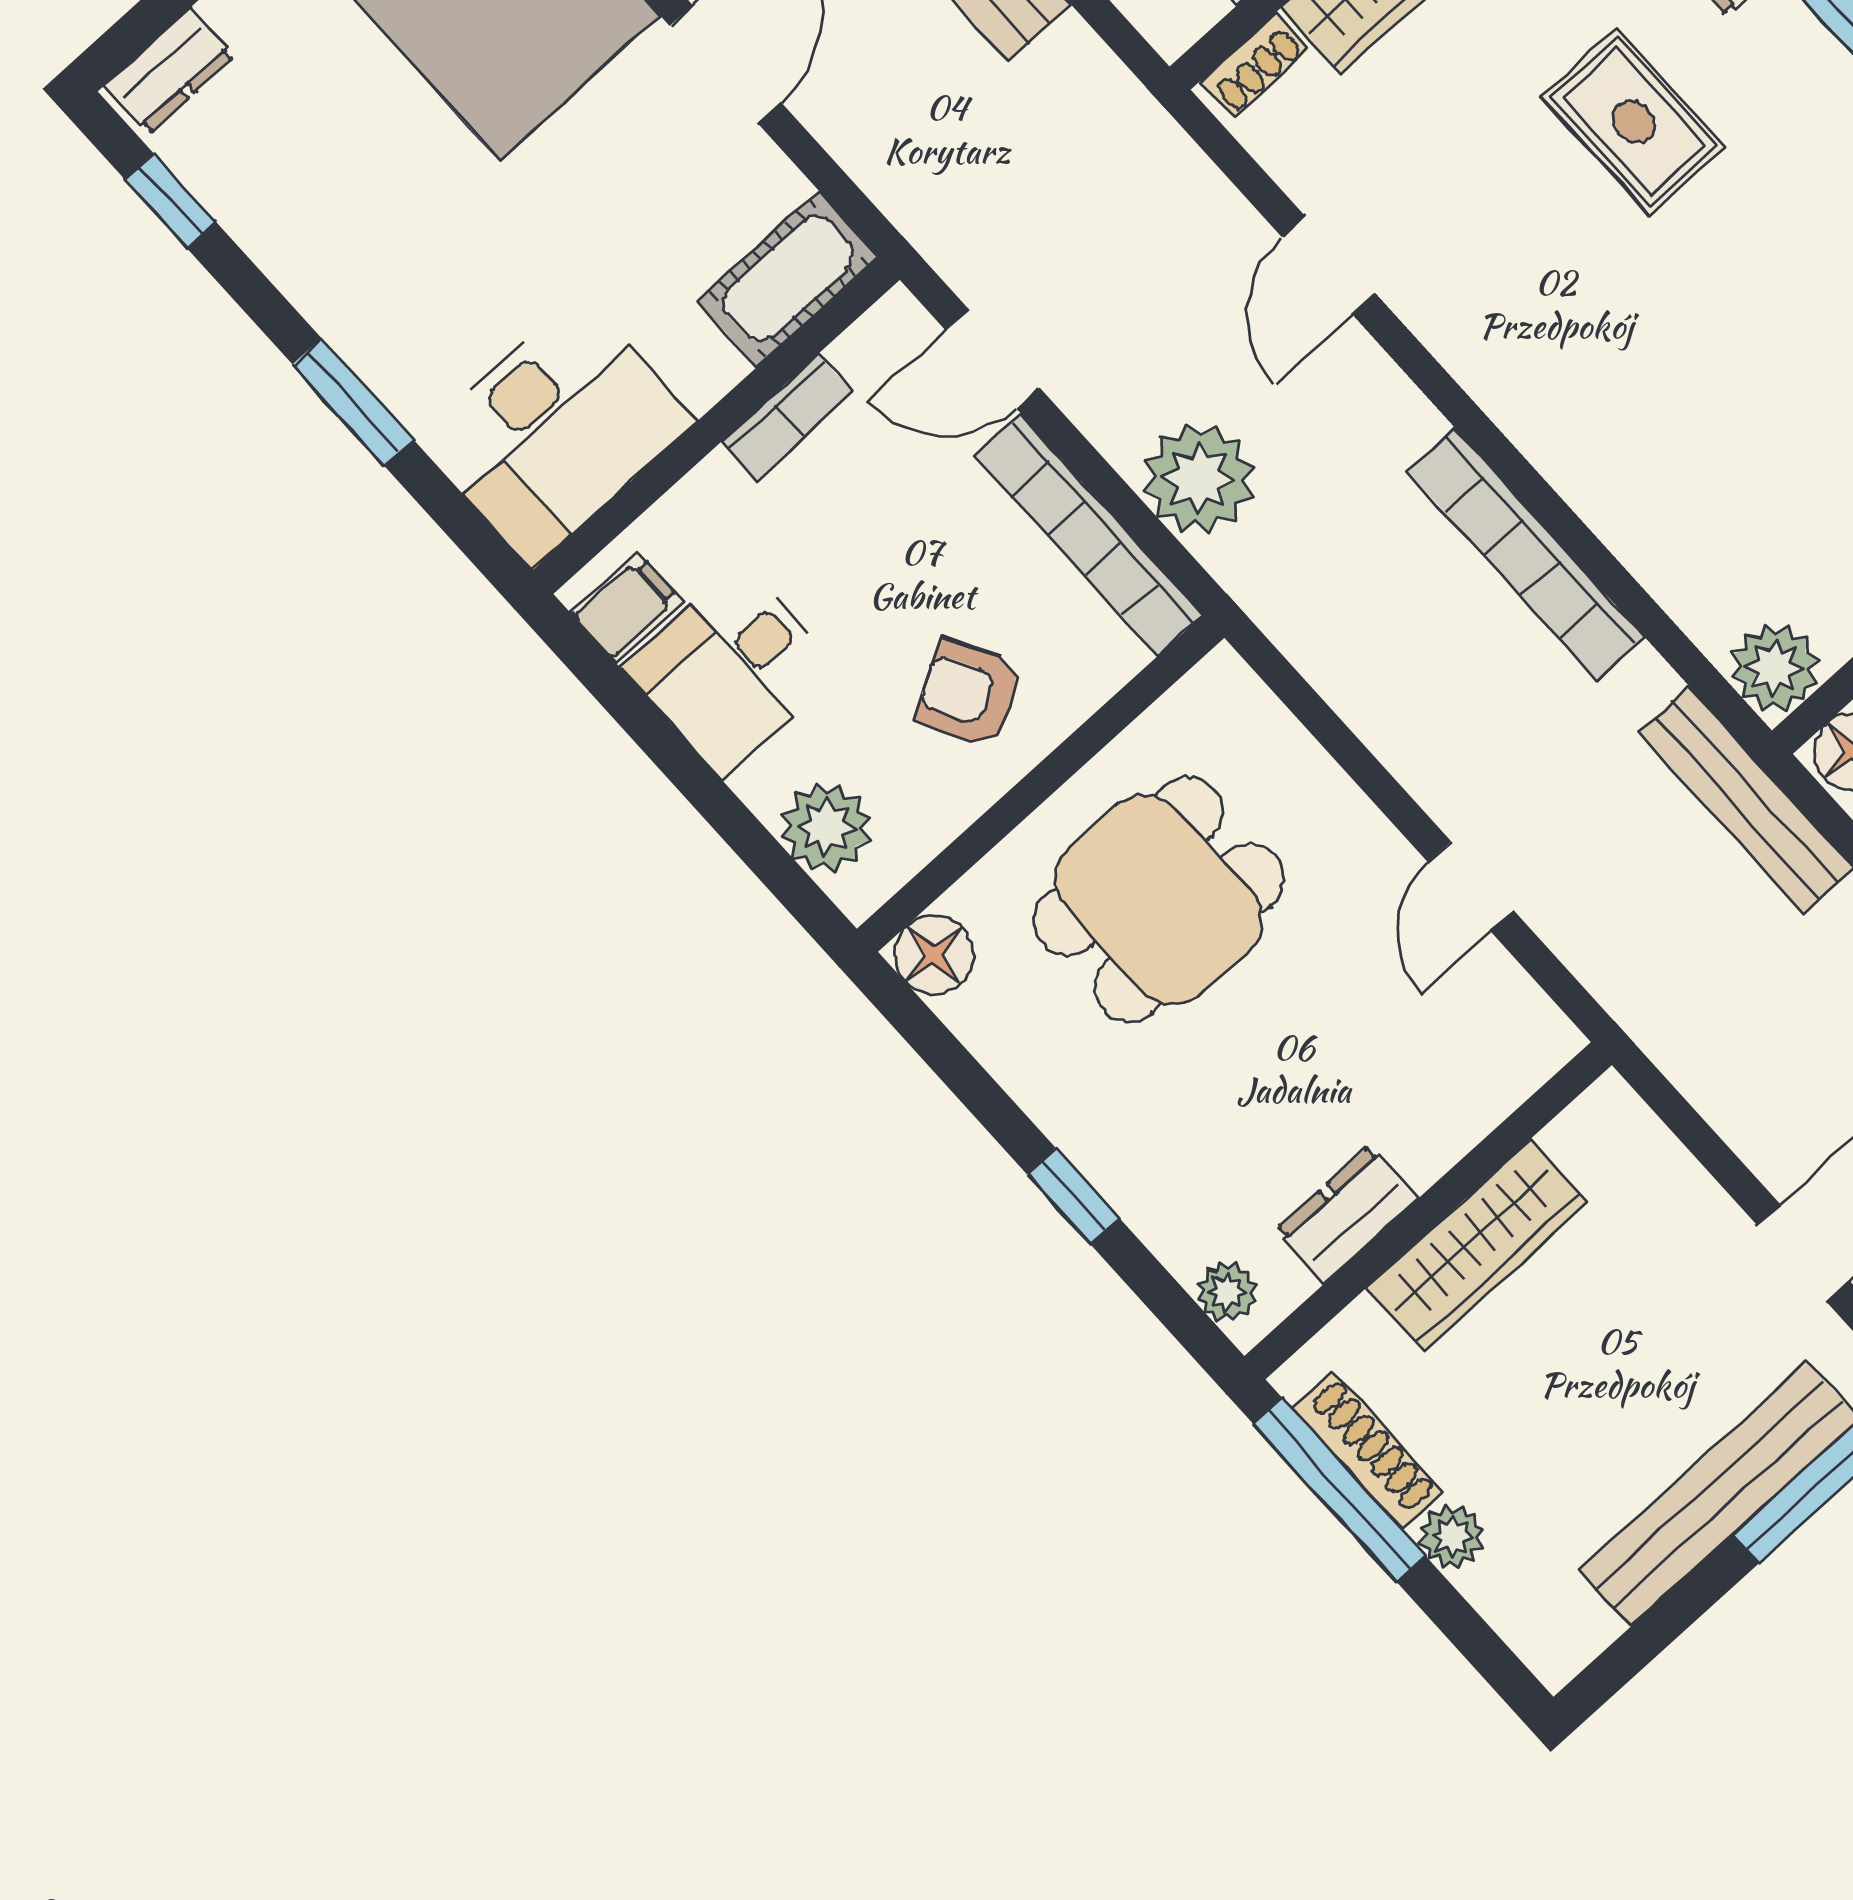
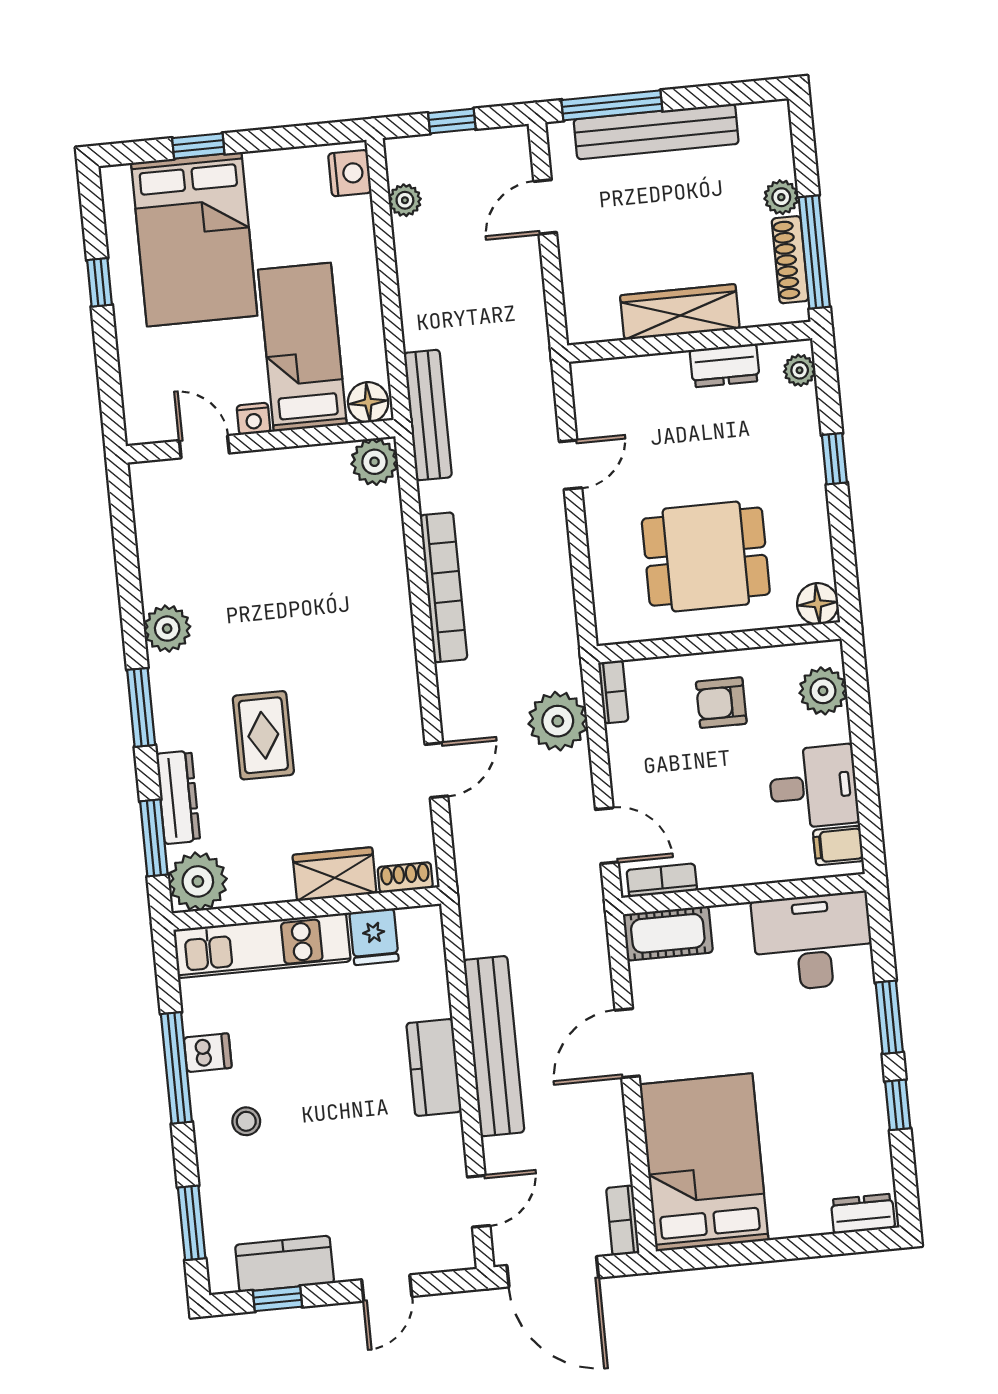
window: (170, 201) -> (898, 1105), moved
bookcase: (787, 417) -> (662, 880), moved
bookcase: (1089, 535) -> (613, 692), width x0.43, depth x0.76
armchair: (969, 693) -> (721, 703), turned 119

